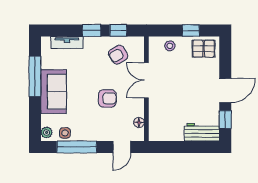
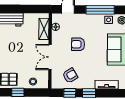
double door: (146, 80) -> (50, 57), swing flipped
shelving: (155, 119) -> (44, 29), added

